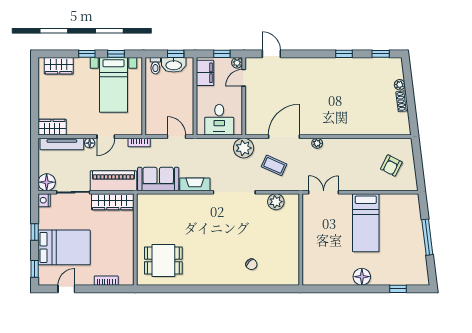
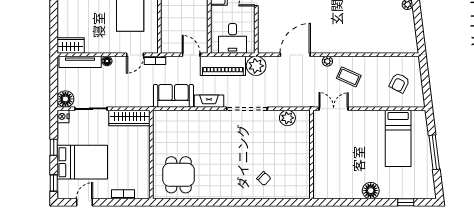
shoe rack: (402, 101) -> (410, 21), removed
door: (106, 137) -> (135, 55), moved
coffee table: (274, 165) -> (349, 77), moved
piano: (113, 181) -> (223, 66), moved, turned 180
bed: (366, 223) -> (398, 138), moved
dining table: (163, 260) -> (178, 175), turned 90

